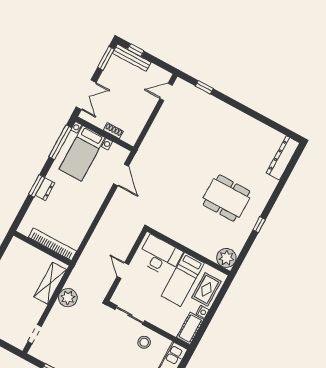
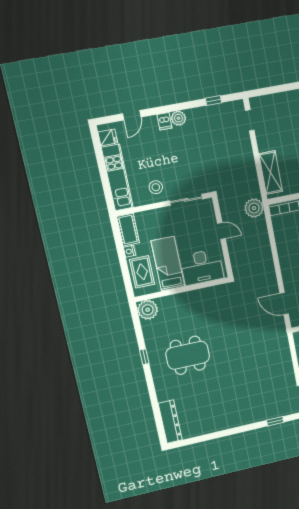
plant: (68, 298) -> (254, 208), moved

